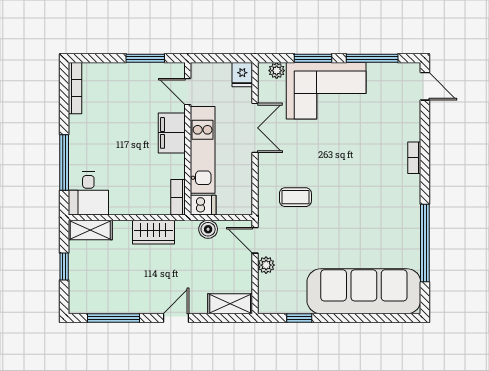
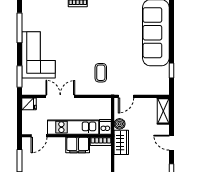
window: (313, 58) -> (20, 77), moved
plant: (277, 71) -> (27, 84), removed
filing cabinet: (172, 133) -> (78, 145), moved
wardrobe: (153, 232) -> (121, 142), moved
plant: (266, 265) -> (141, 90), removed

